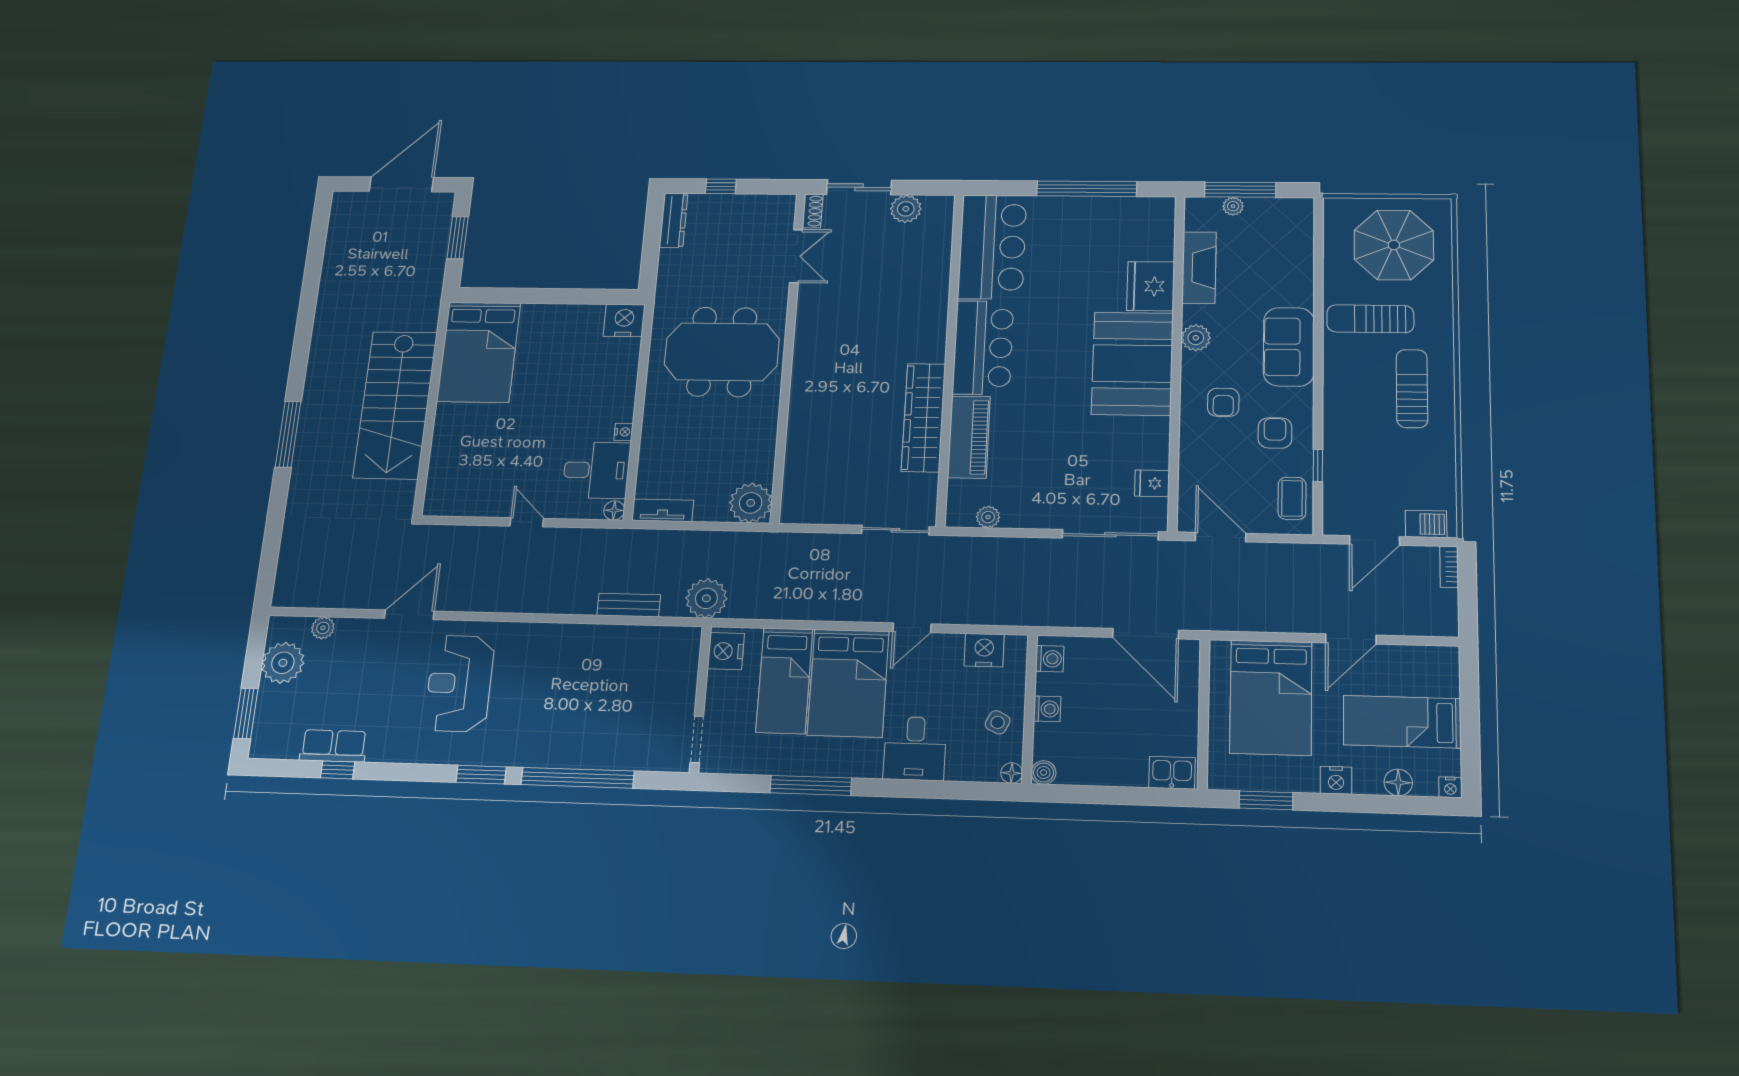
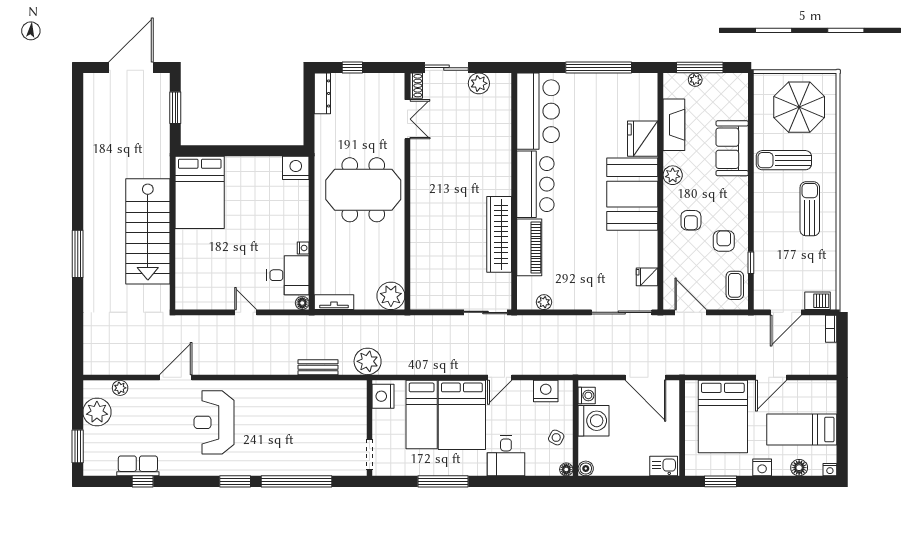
sofa: (1289, 347) -> (732, 148), moved
washing machine: (1047, 709) -> (594, 421), width x1.89, depth x1.89

